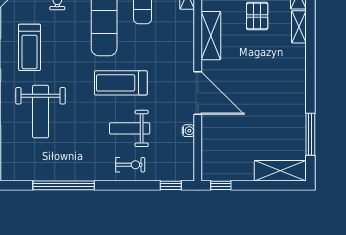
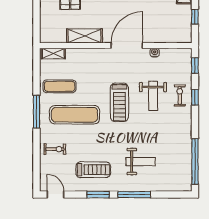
weight bench: (41, 112) -> (141, 162), width x0.73, depth x0.75
window: (64, 185) -> (195, 161), moved
window: (128, 185) -> (195, 97), added
window: (221, 185) -> (195, 17), moved

